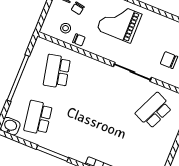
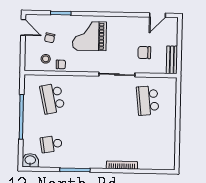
school desk: (154, 111) -> (148, 100), turned -30
school desk: (38, 118) -> (51, 144), width x0.54

